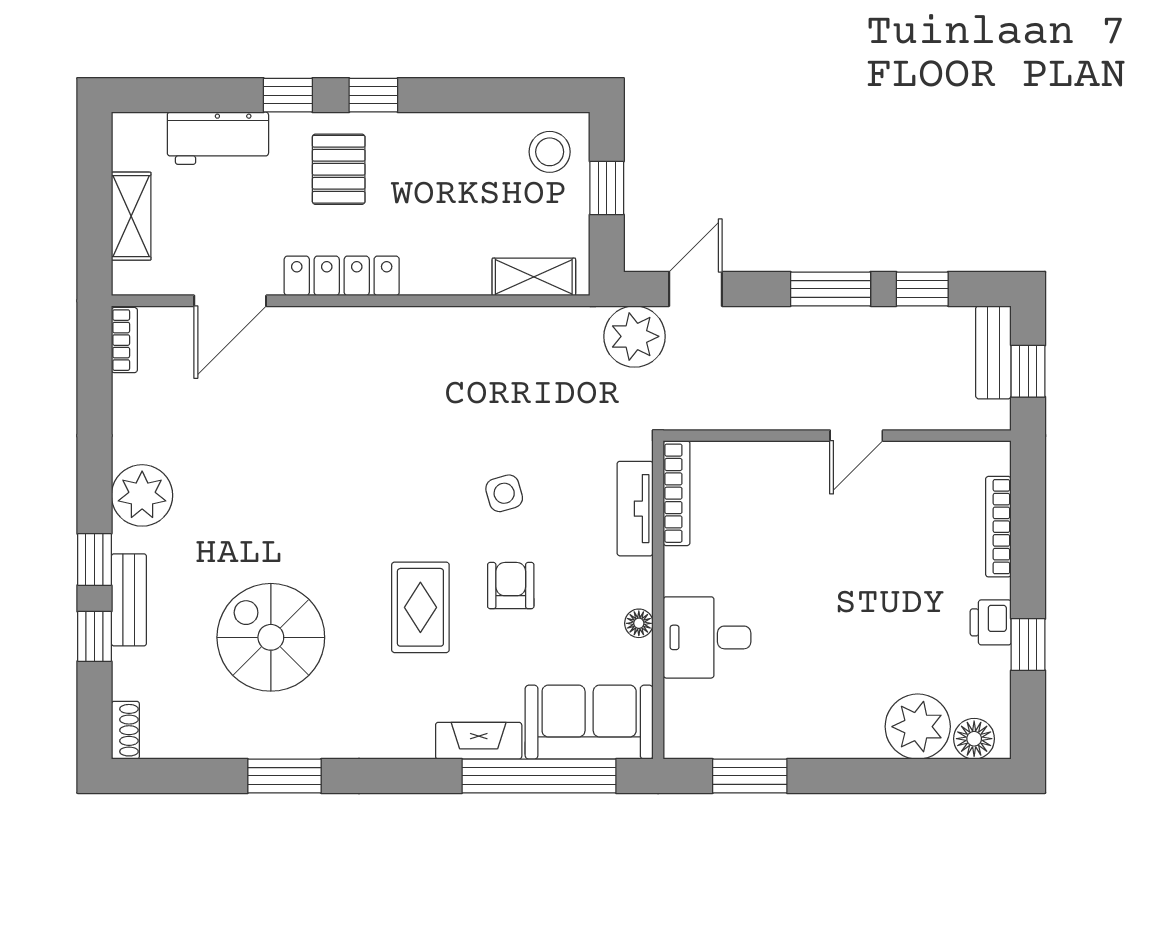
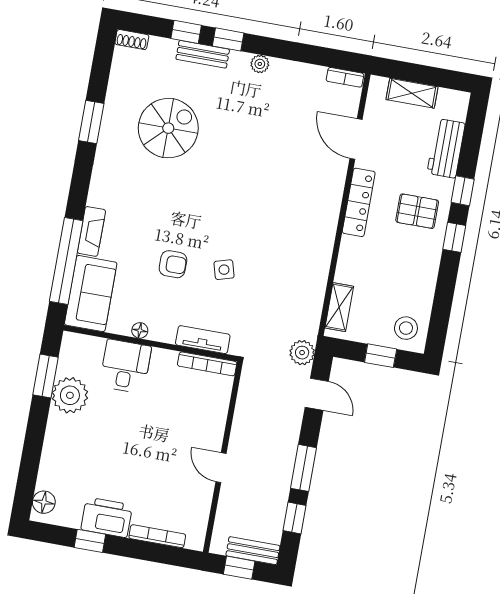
plant: (635, 336) -> (302, 353), width x0.73, depth x0.73
plant: (142, 495) -> (260, 64), width x0.53, depth x0.53
rug: (420, 607) -> (170, 213), removed
printer: (991, 622) -> (107, 517), width x1.87, depth x1.48
plant: (918, 727) -> (70, 395), moved

